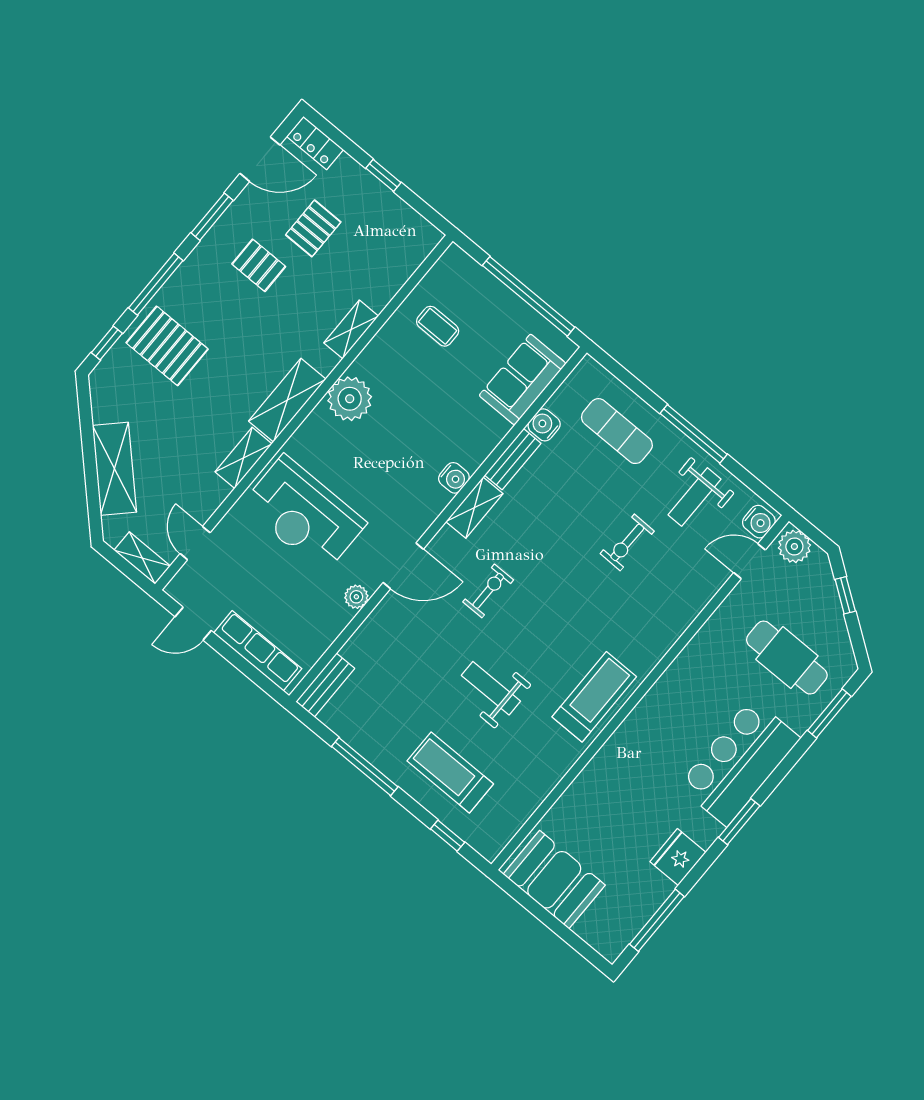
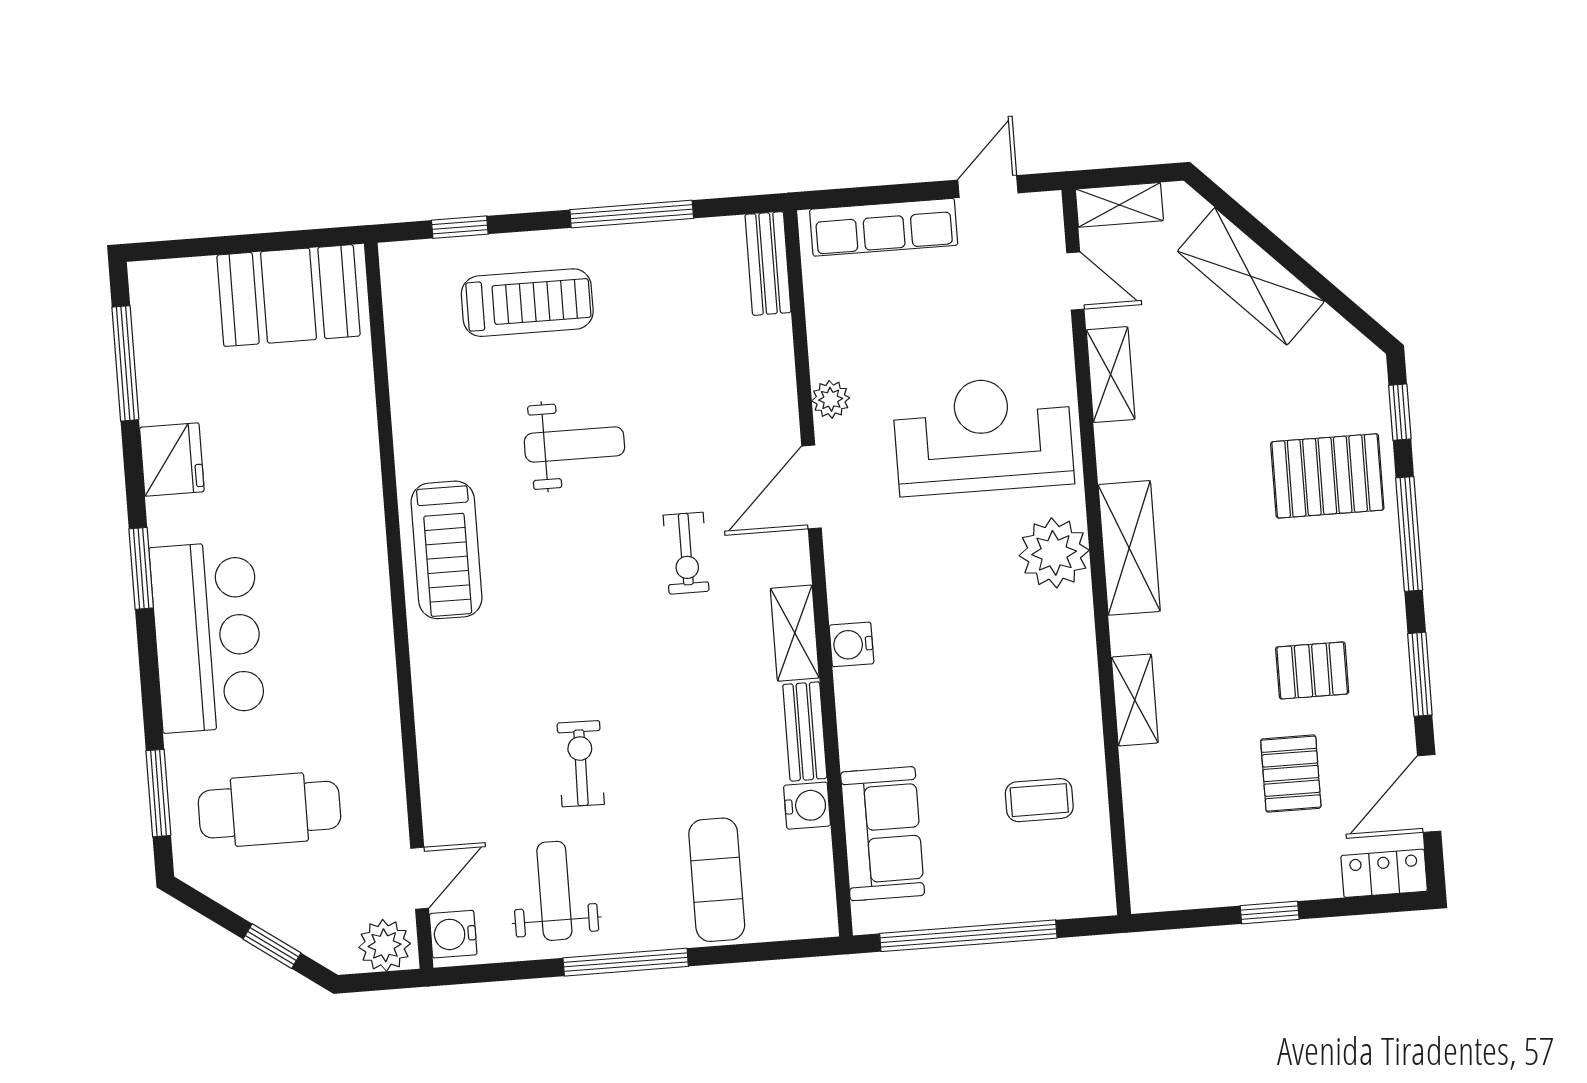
plant: (350, 399) -> (1054, 553), moved
exercise mat: (617, 431) -> (717, 880), turned 90
shelving: (244, 458) -> (1111, 375), moved

